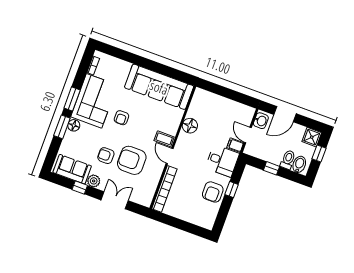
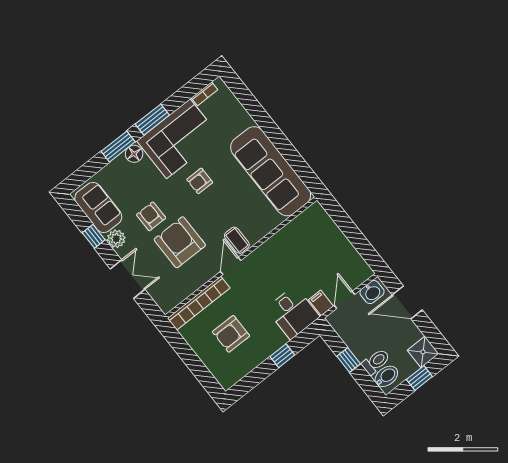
floor lamp: (190, 126) -> (279, 244), removed
armchair: (213, 192) -> (231, 334), moved

